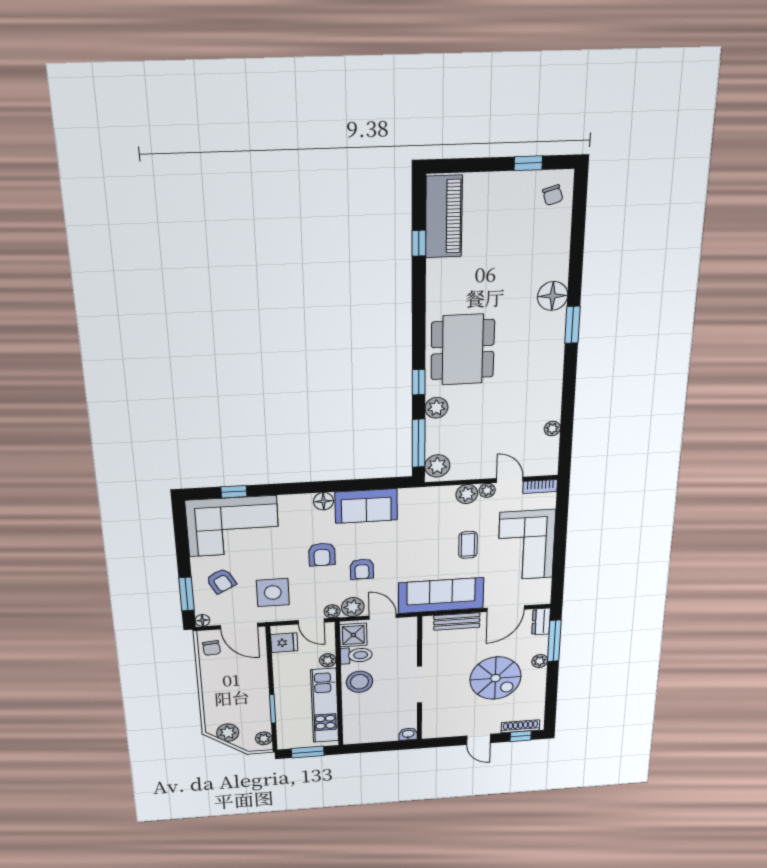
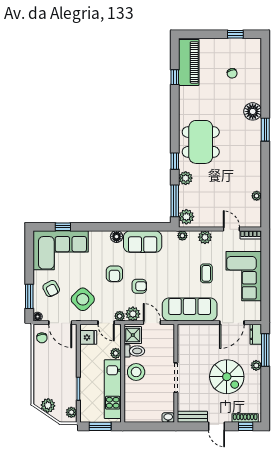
chair: (553, 195) -> (232, 73), moved
plant: (487, 490) -> (182, 236), moved
armchair: (362, 569) -> (139, 286), turned -90
side table: (273, 593) -> (83, 299), turned 45
bench: (457, 621) -> (192, 417), moved

